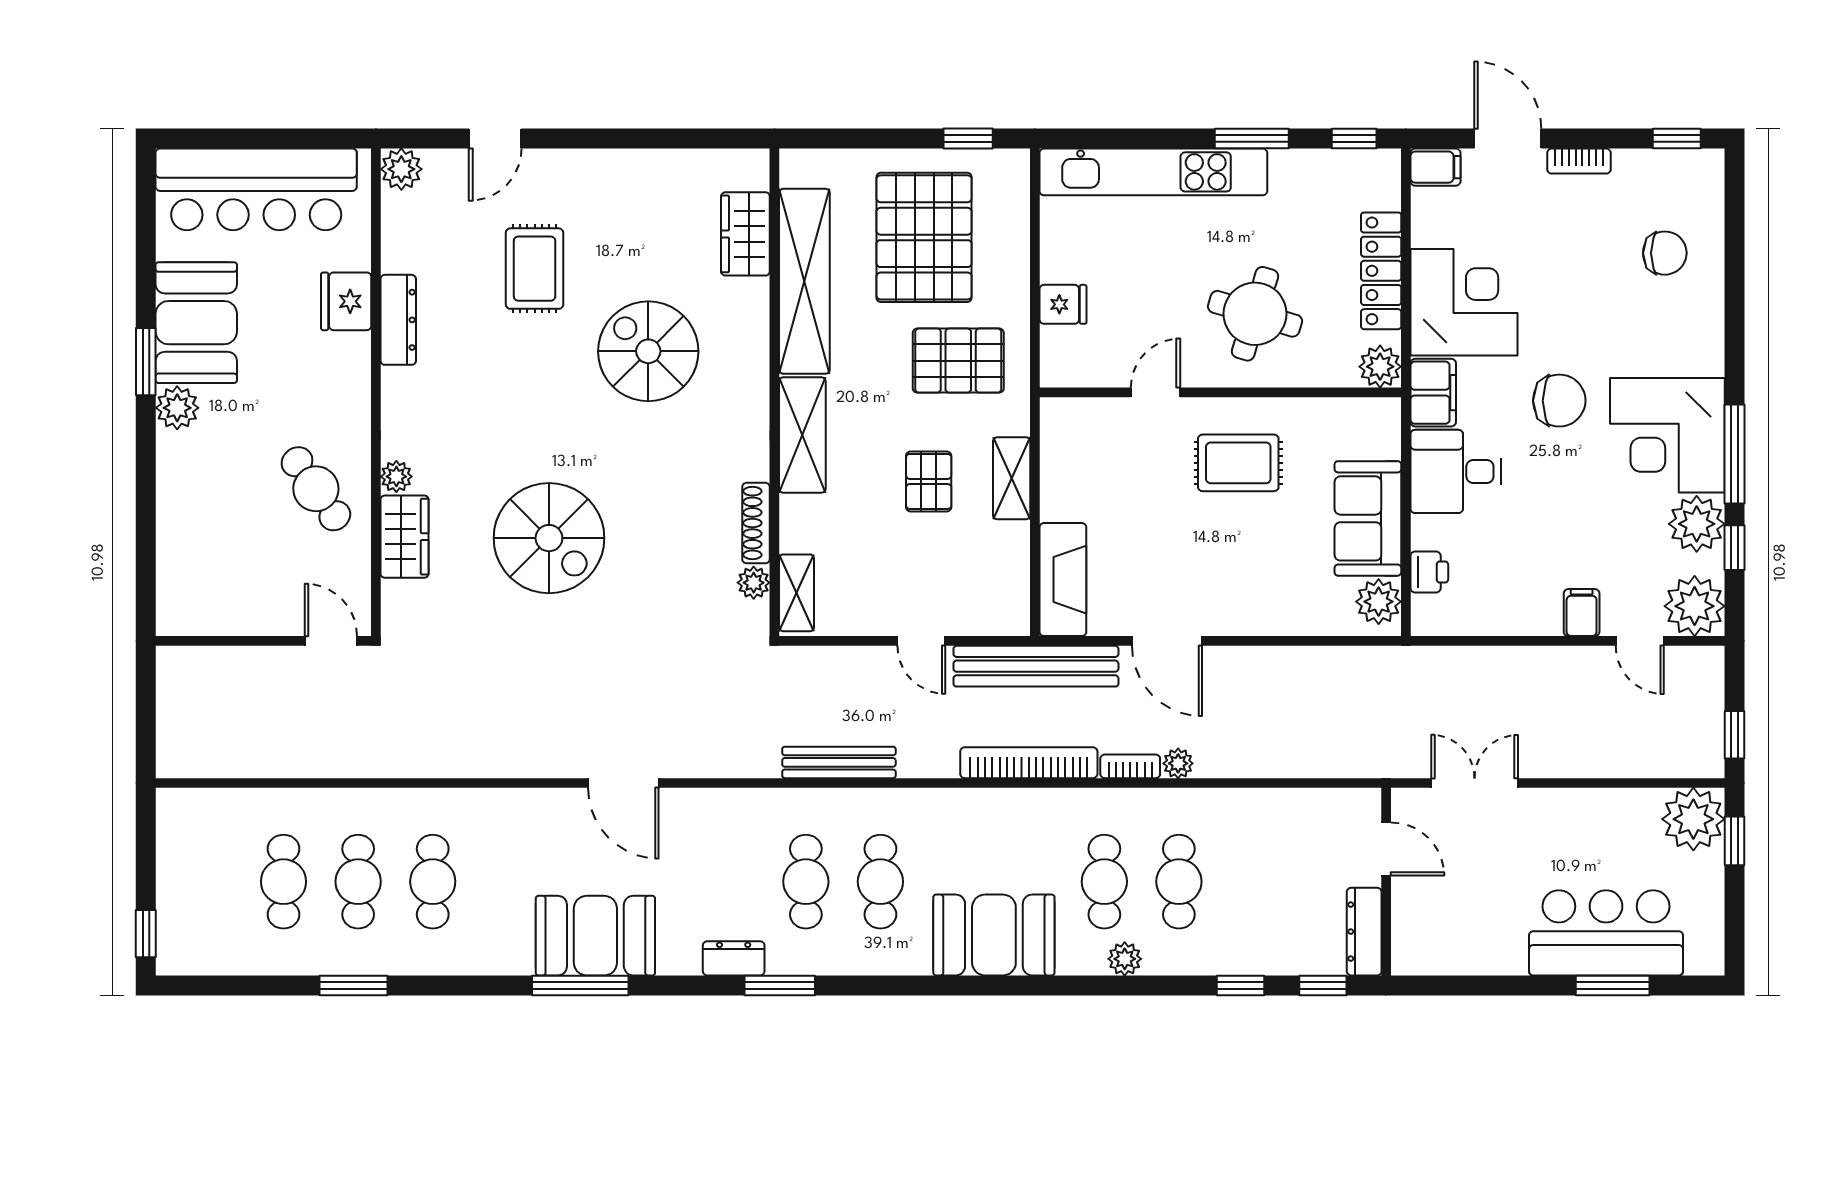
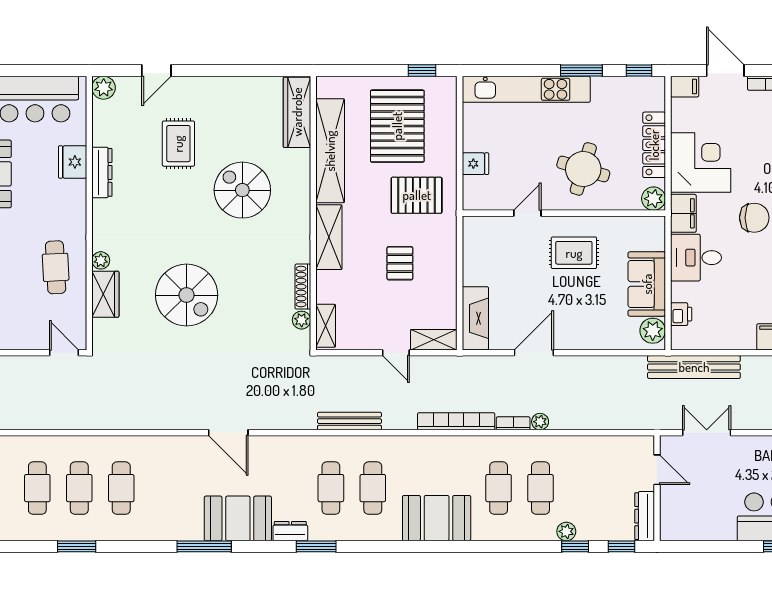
wardrobe: (745, 234) -> (297, 112), width x1.50
shelving: (1012, 478) -> (434, 340), moved, turned 90
cafe table: (316, 489) -> (56, 267), turned 32
door: (1167, 641) -> (534, 353), swing flipped
bench: (1036, 666) -> (694, 367), moved
booth: (595, 936) -> (238, 518), moved
plant: (1125, 959) -> (566, 531), moved

